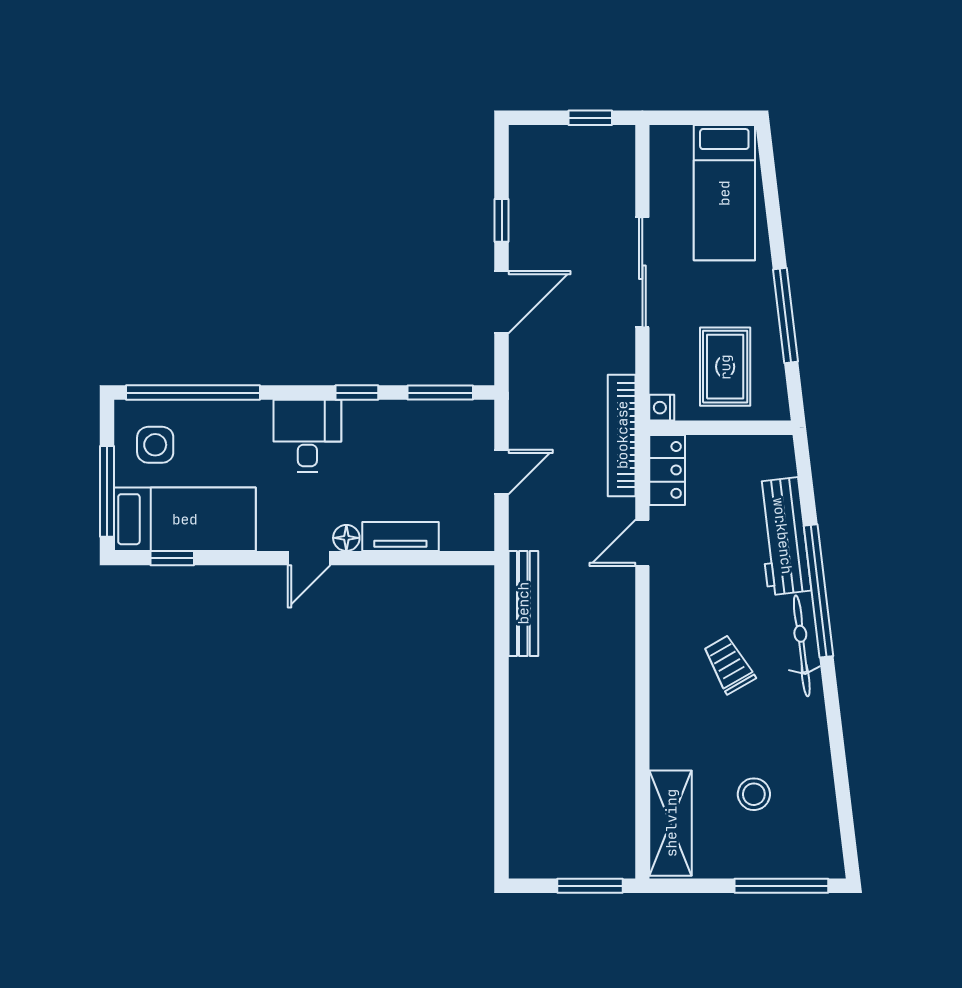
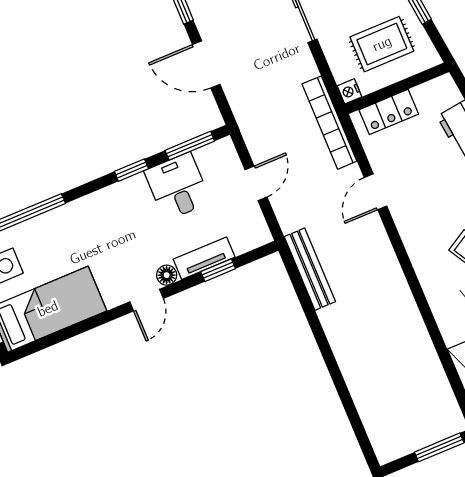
door: (502, 302) -> (206, 64), swing flipped
rug: (725, 367) -> (382, 44), turned 90
desk: (307, 436) -> (178, 187), moved
locker: (667, 470) -> (389, 112), moved, turned 90
window: (172, 558) -> (218, 270), moved

